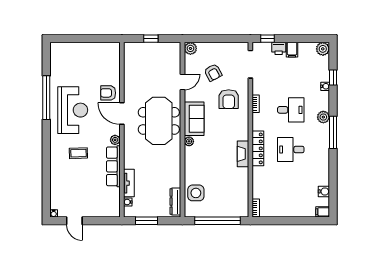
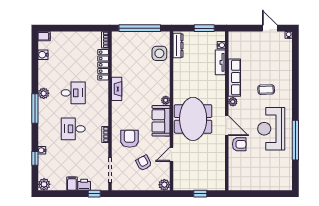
plant: (323, 117) -> (44, 93), moved
locker: (258, 148) -> (103, 65), moved

